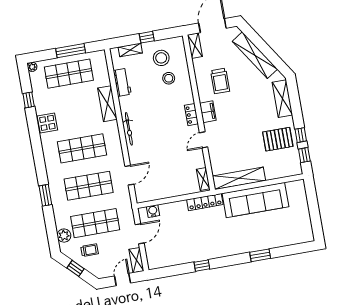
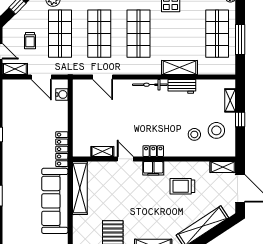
workbench: (122, 82) -> (182, 86), moved
shelving: (203, 179) -> (102, 151), moved
trolley: (90, 250) -> (30, 41), moved

